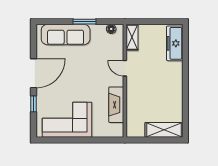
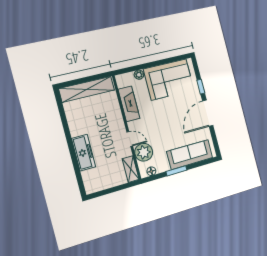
freezer: (175, 43) -> (84, 153), moved
plant: (114, 51) -> (144, 152), added
shelving: (164, 130) -> (87, 89), width x1.47
plant: (98, 132) -> (139, 75), added

